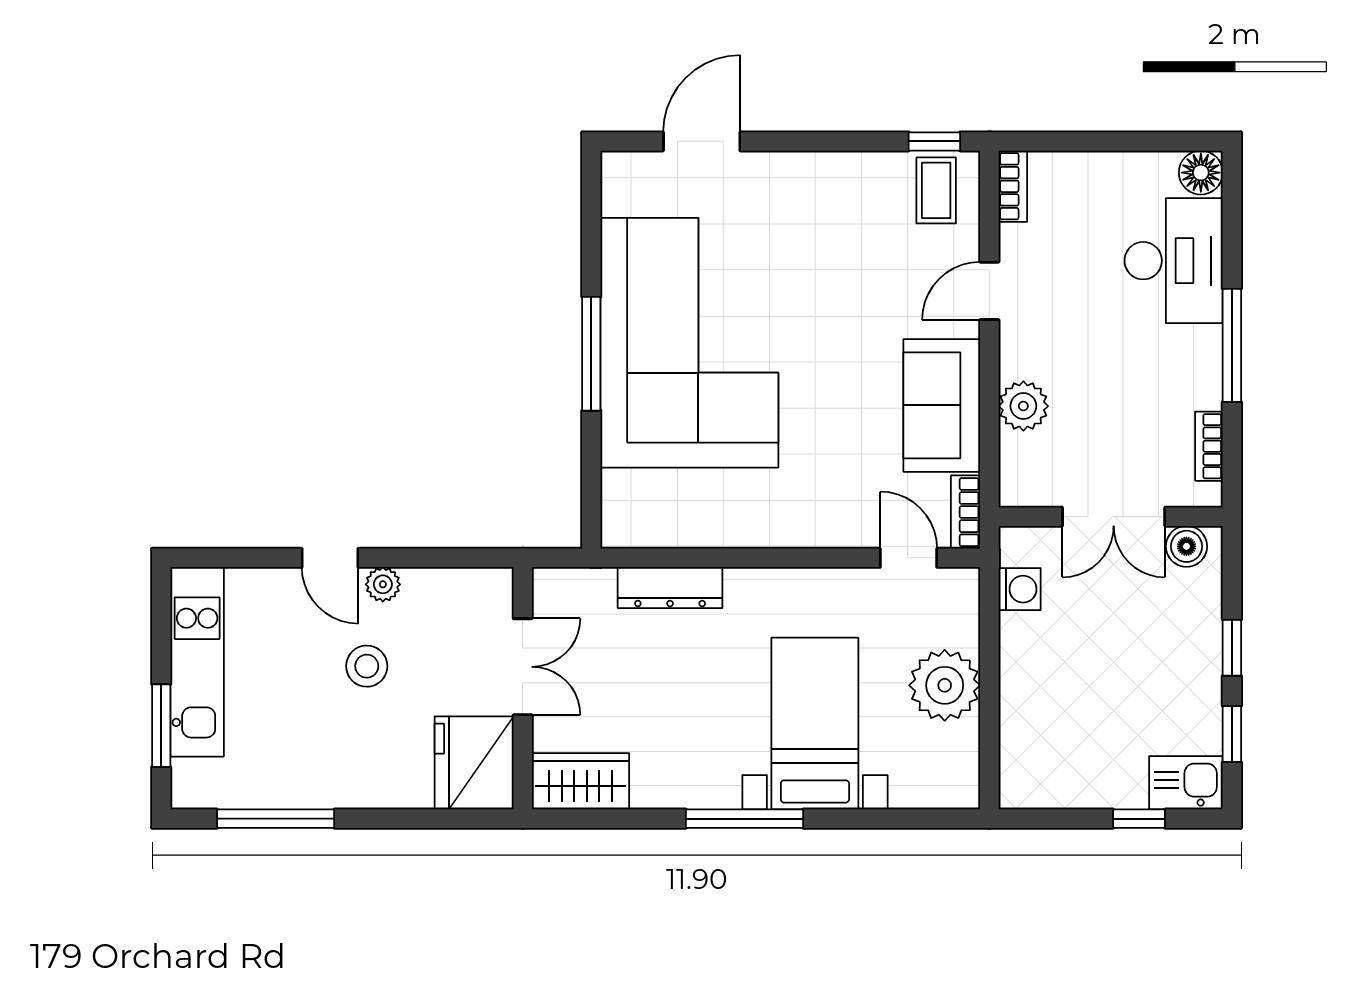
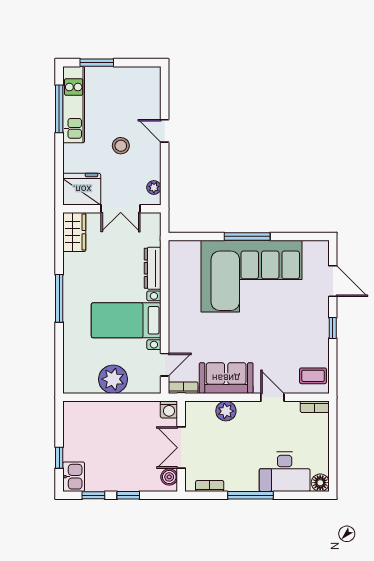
window: (934, 141) -> (333, 328), moved
door: (330, 558) -> (165, 131), hinge flipped
plant: (383, 584) -> (154, 187), moved
washing machine: (1020, 589) -> (169, 410), moved
kitchen unit: (197, 662) -> (74, 105), moved, turned -90
bed with nightstands: (815, 724) -> (126, 320), moved, turned 180

